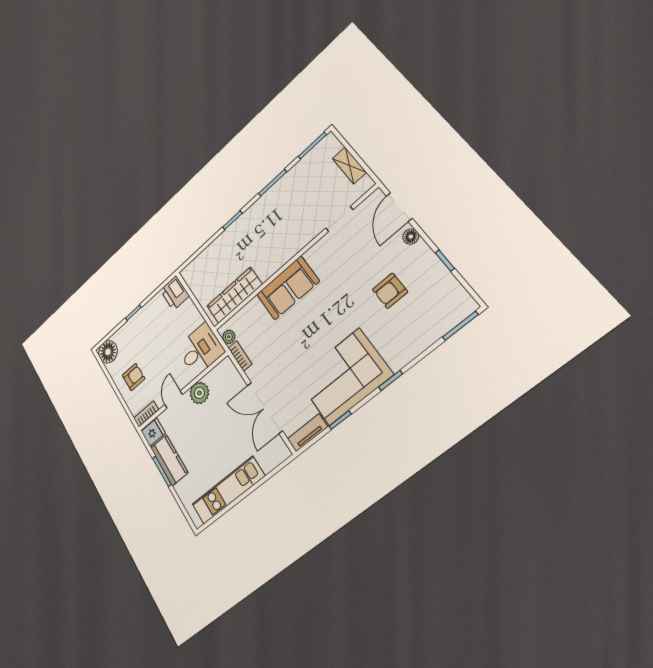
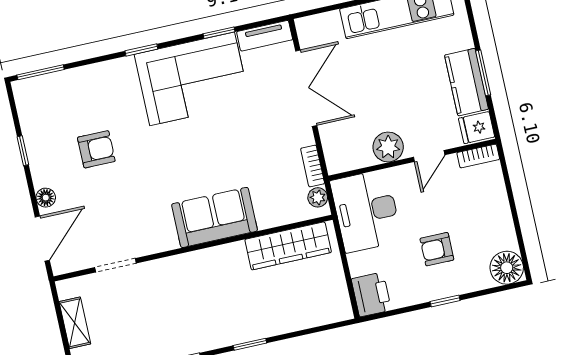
desk: (201, 350) -> (366, 211), width x1.37
armchair: (134, 377) -> (437, 249), moved

